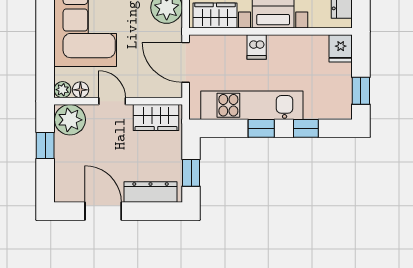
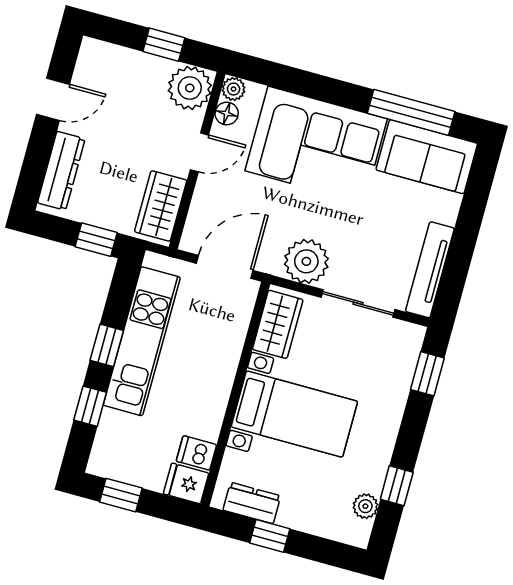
dishwasher: (257, 47) -> (196, 453), moved
window: (191, 173) -> (96, 240), moved
door: (103, 211) -> (53, 99), width x0.73

